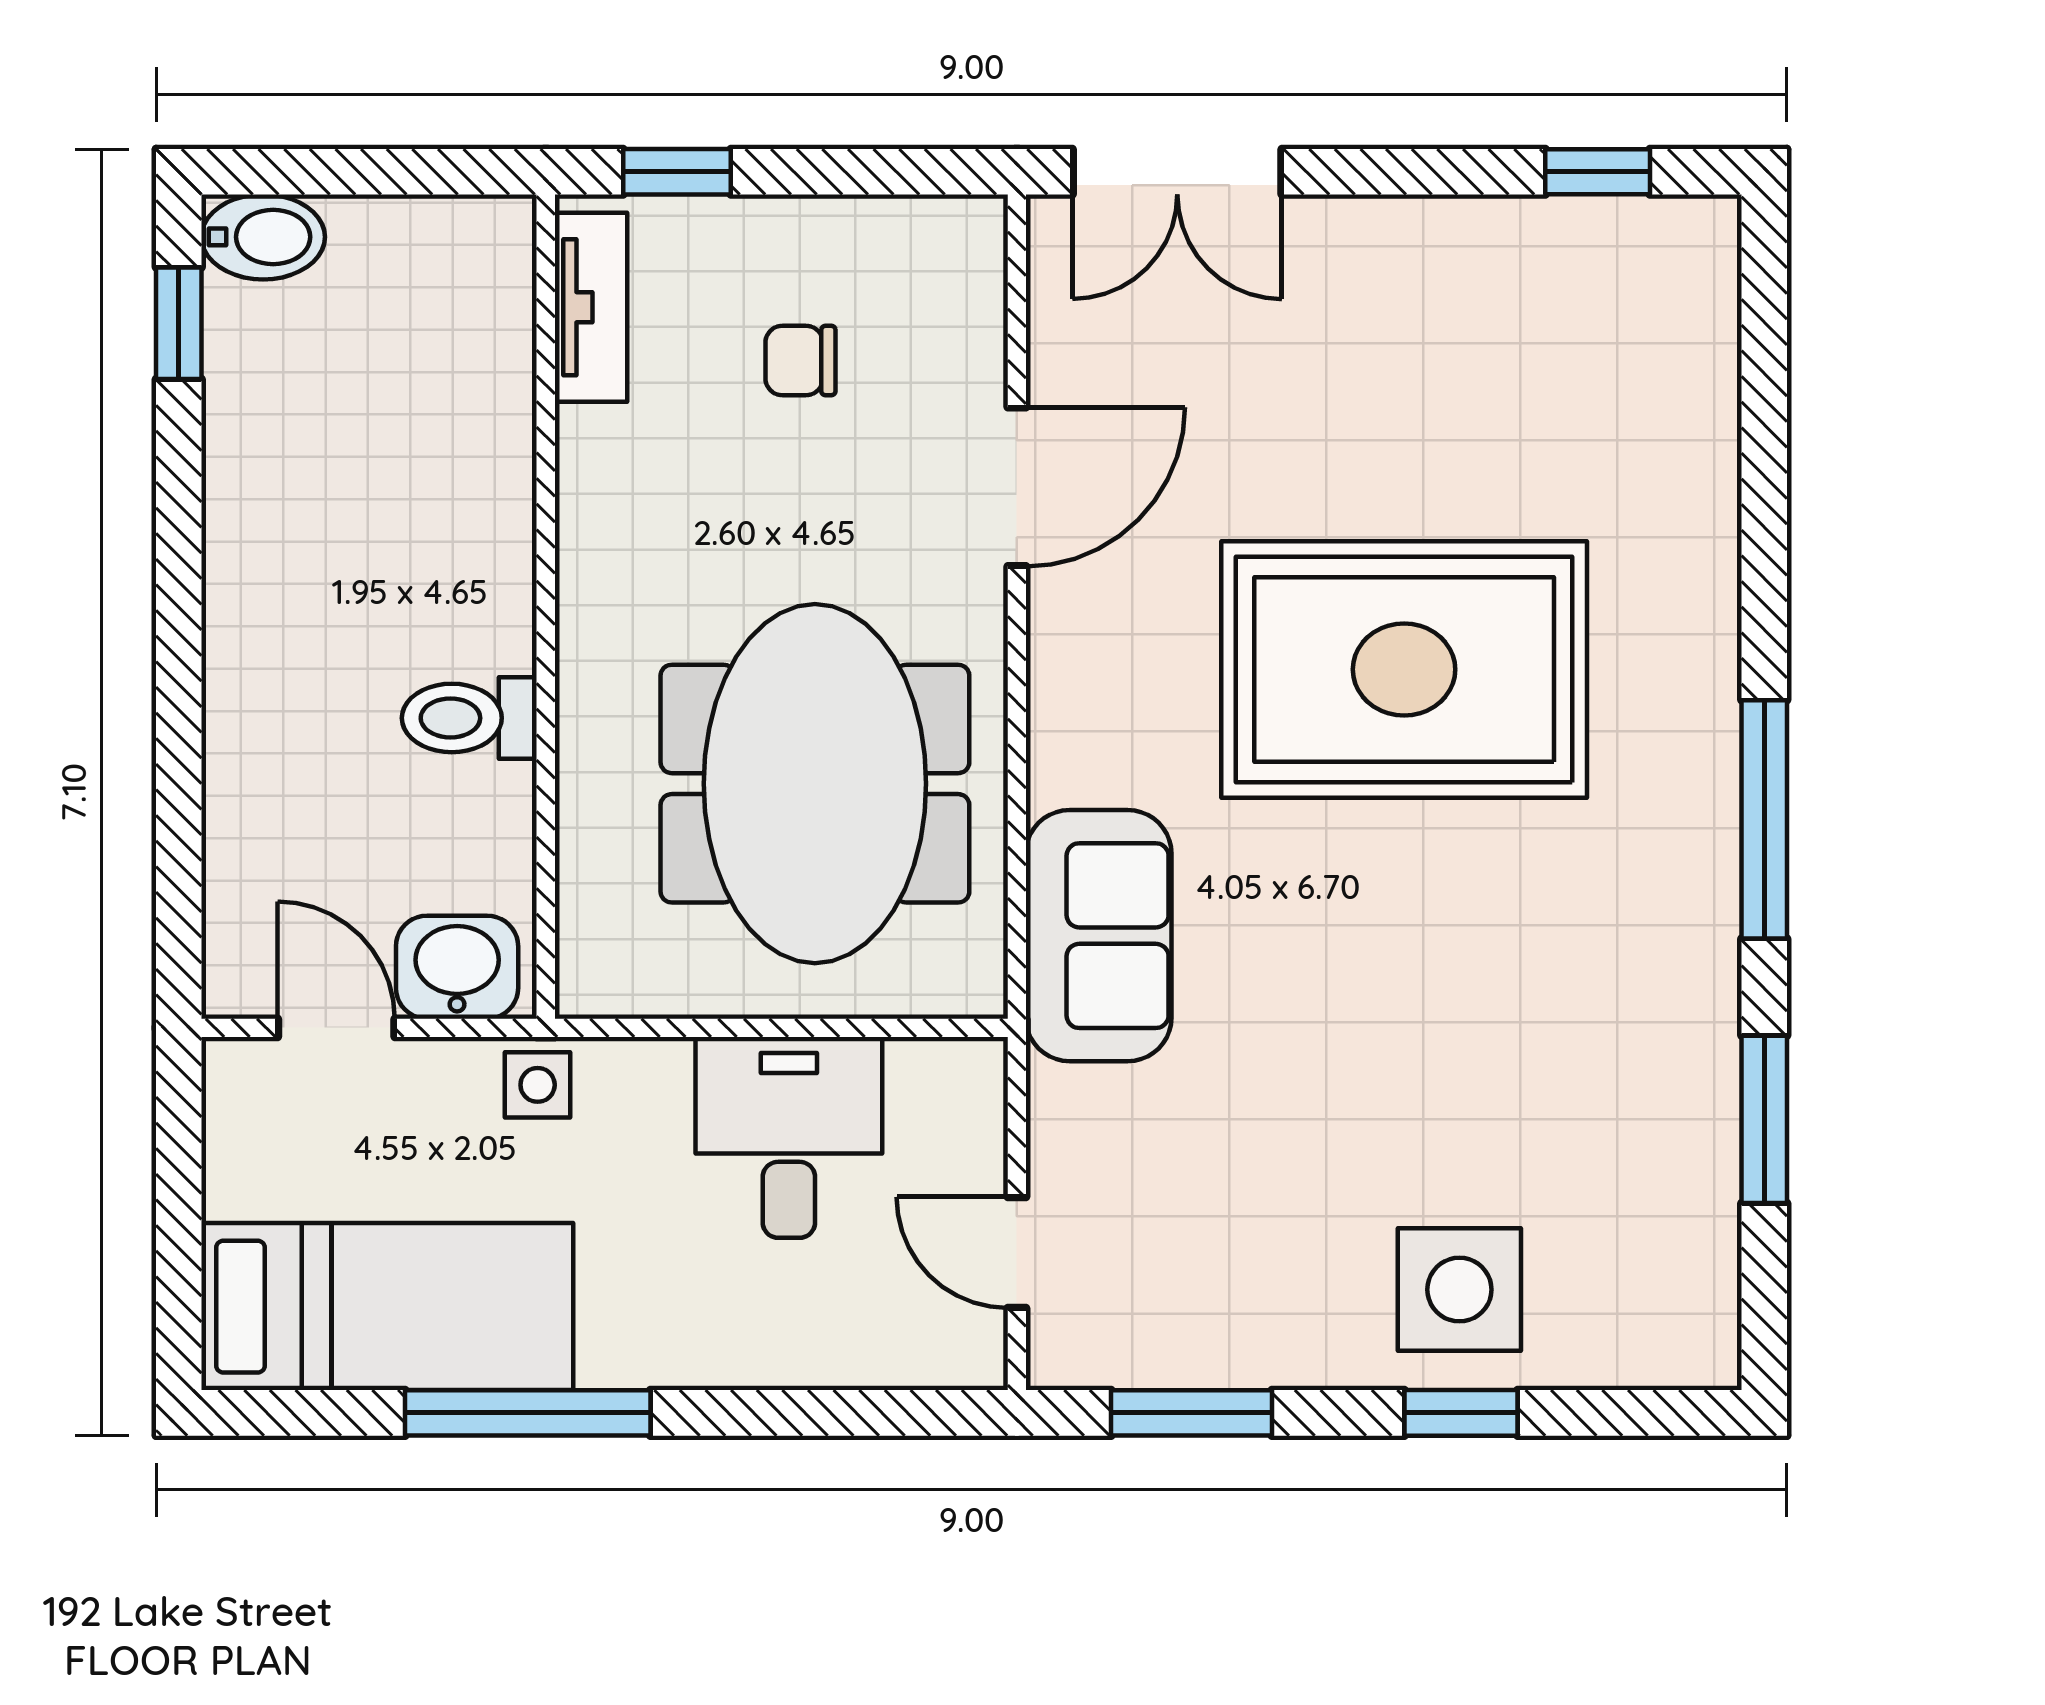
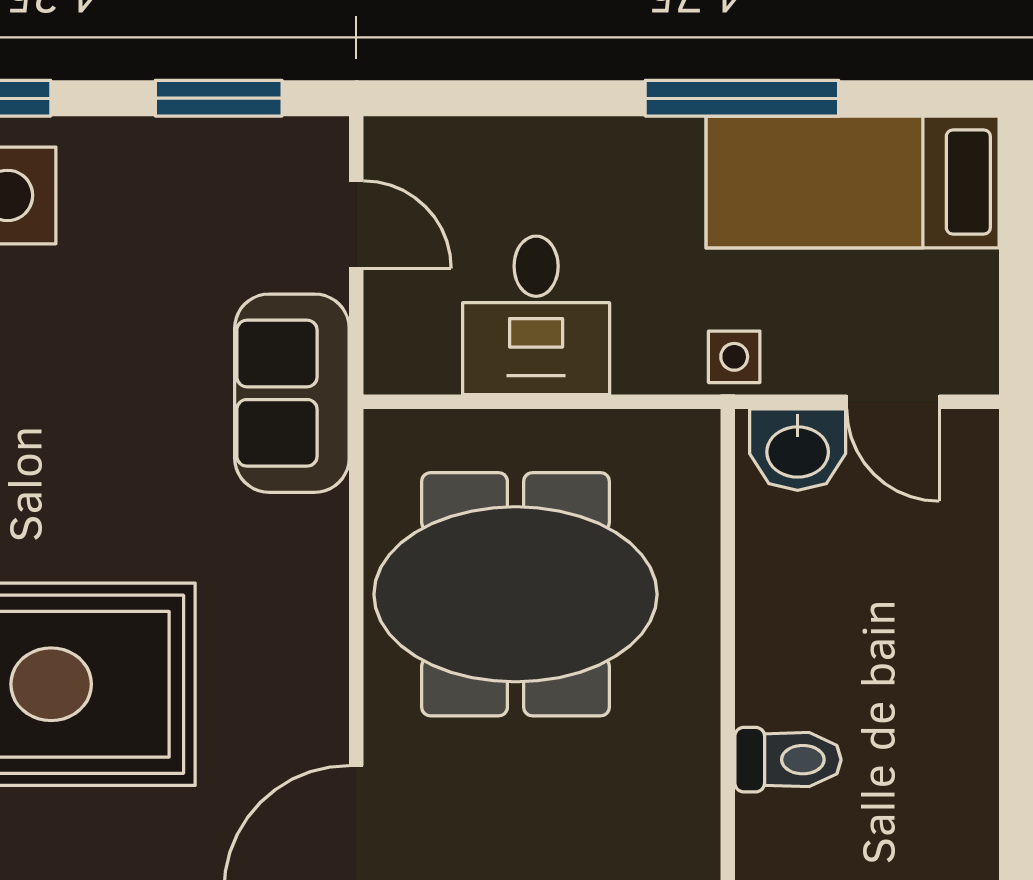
toilet: (469, 718) -> (788, 760), moved
meeting table: (815, 784) -> (516, 594), turned 90
sofa: (1099, 936) -> (292, 393), moved

